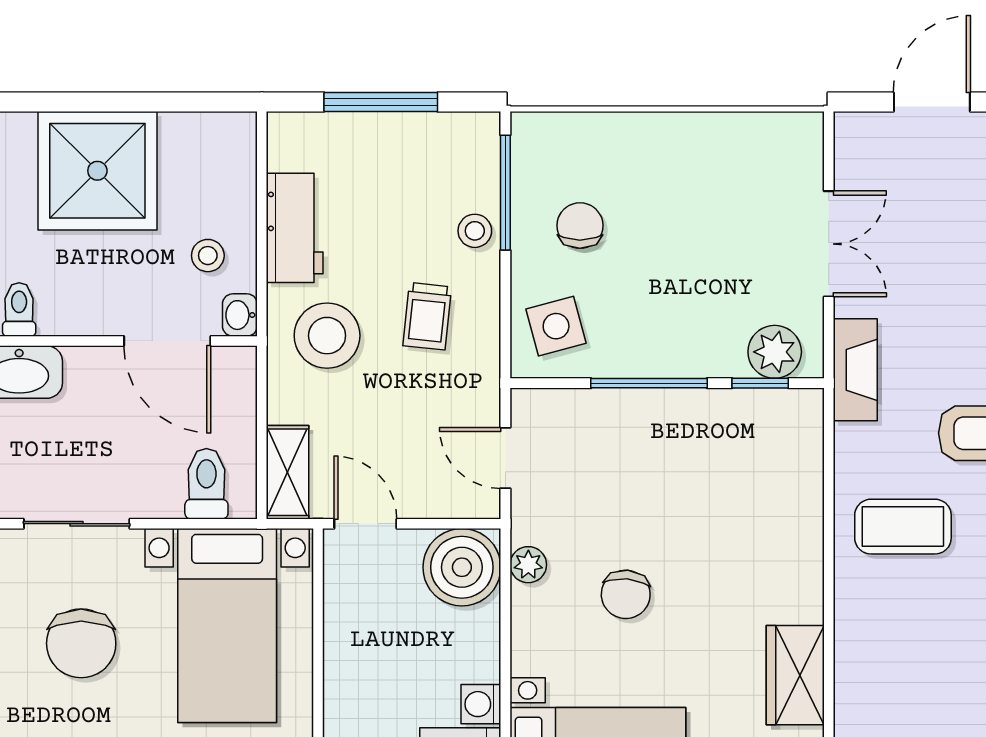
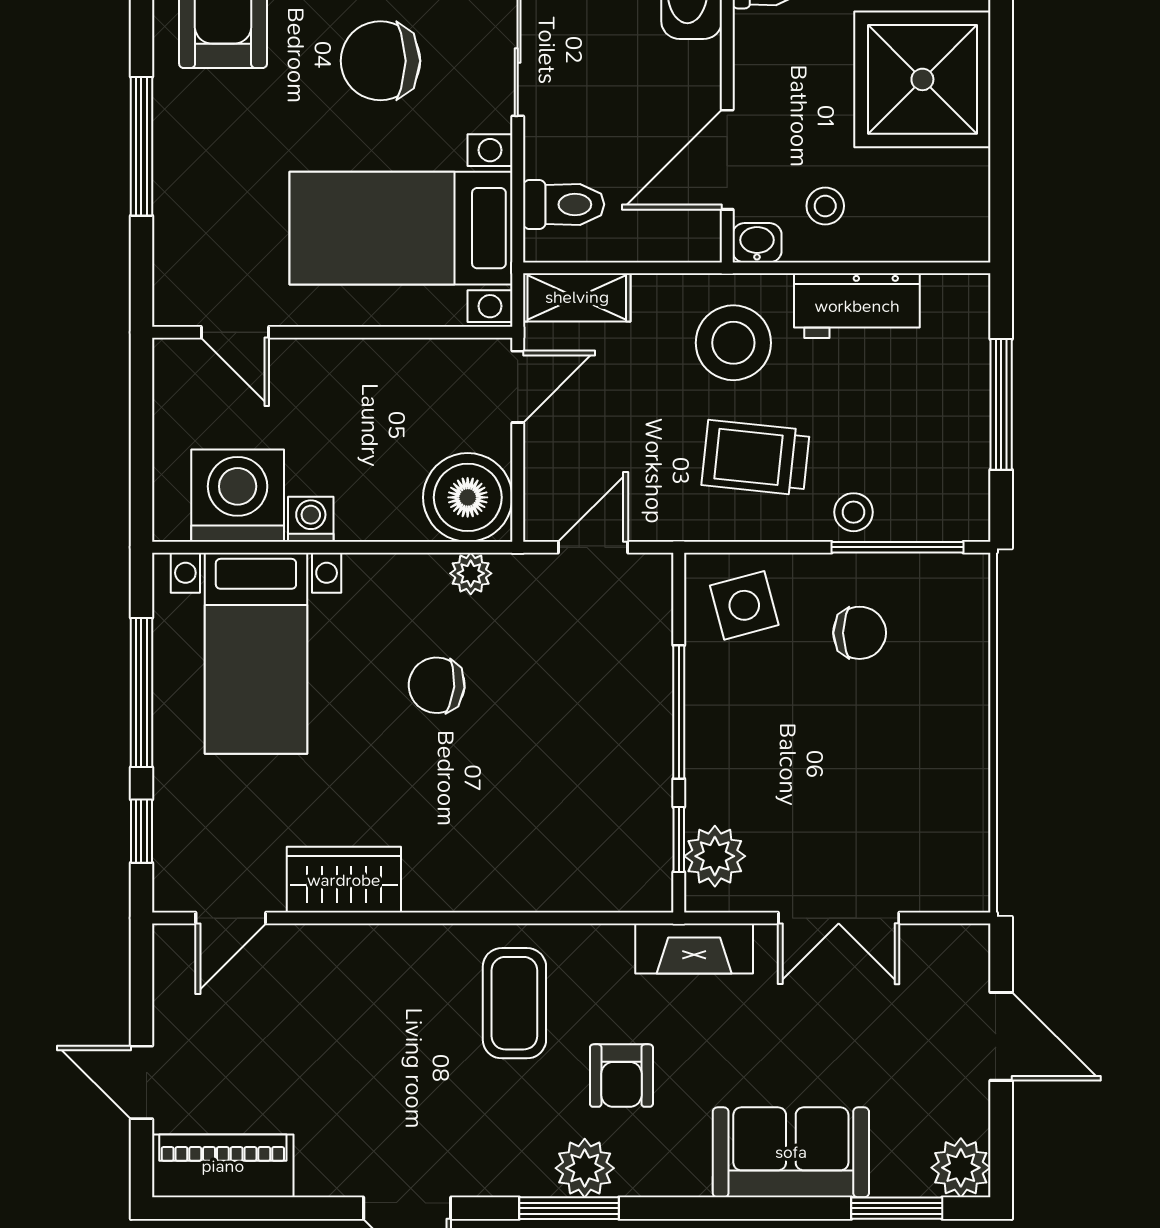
trolley: (427, 316) -> (756, 458), width x1.36, depth x1.39

